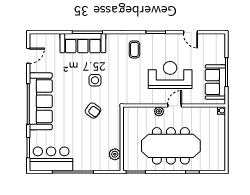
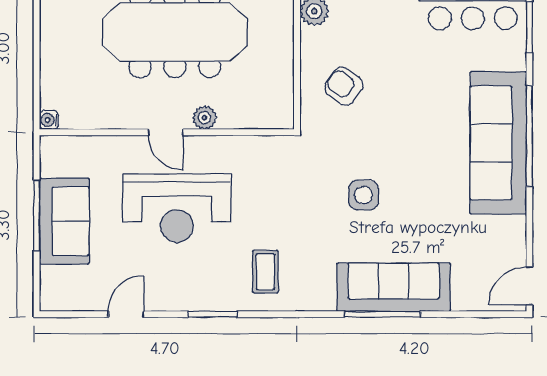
door: (190, 32) -> (126, 314), hinge flipped
door: (28, 56) -> (529, 286), moved
sofa: (215, 82) -> (64, 221), moved
door: (175, 106) -> (165, 132), hinge flipped
armchair: (93, 111) -> (344, 86), moved

